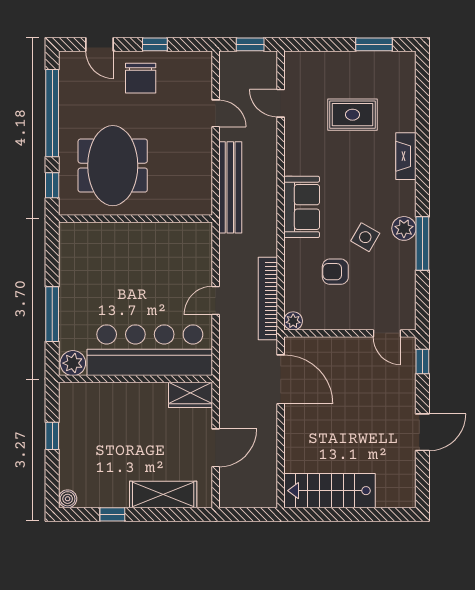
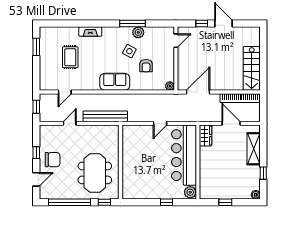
meeting table: (113, 166) -> (95, 173), turned 90
plant: (404, 228) -> (138, 32), moved
bookcase: (268, 299) -> (240, 98), moved
door: (216, 300) -> (160, 123), hinge flipped
window: (52, 314) -> (167, 202), width x0.46
window: (422, 362) -> (202, 24), moved

